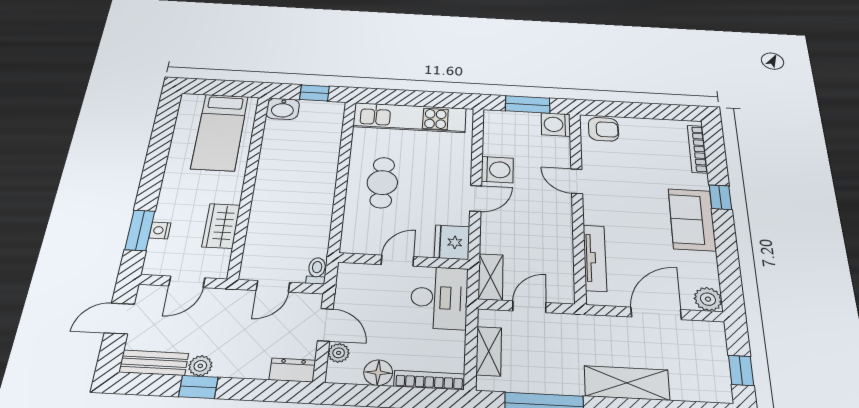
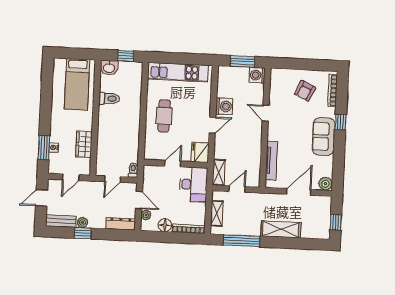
armchair: (604, 129) -> (305, 91), moved, turned 115
toilet: (279, 154) -> (109, 99), added
dresser: (292, 370) -> (121, 224), width x1.44

